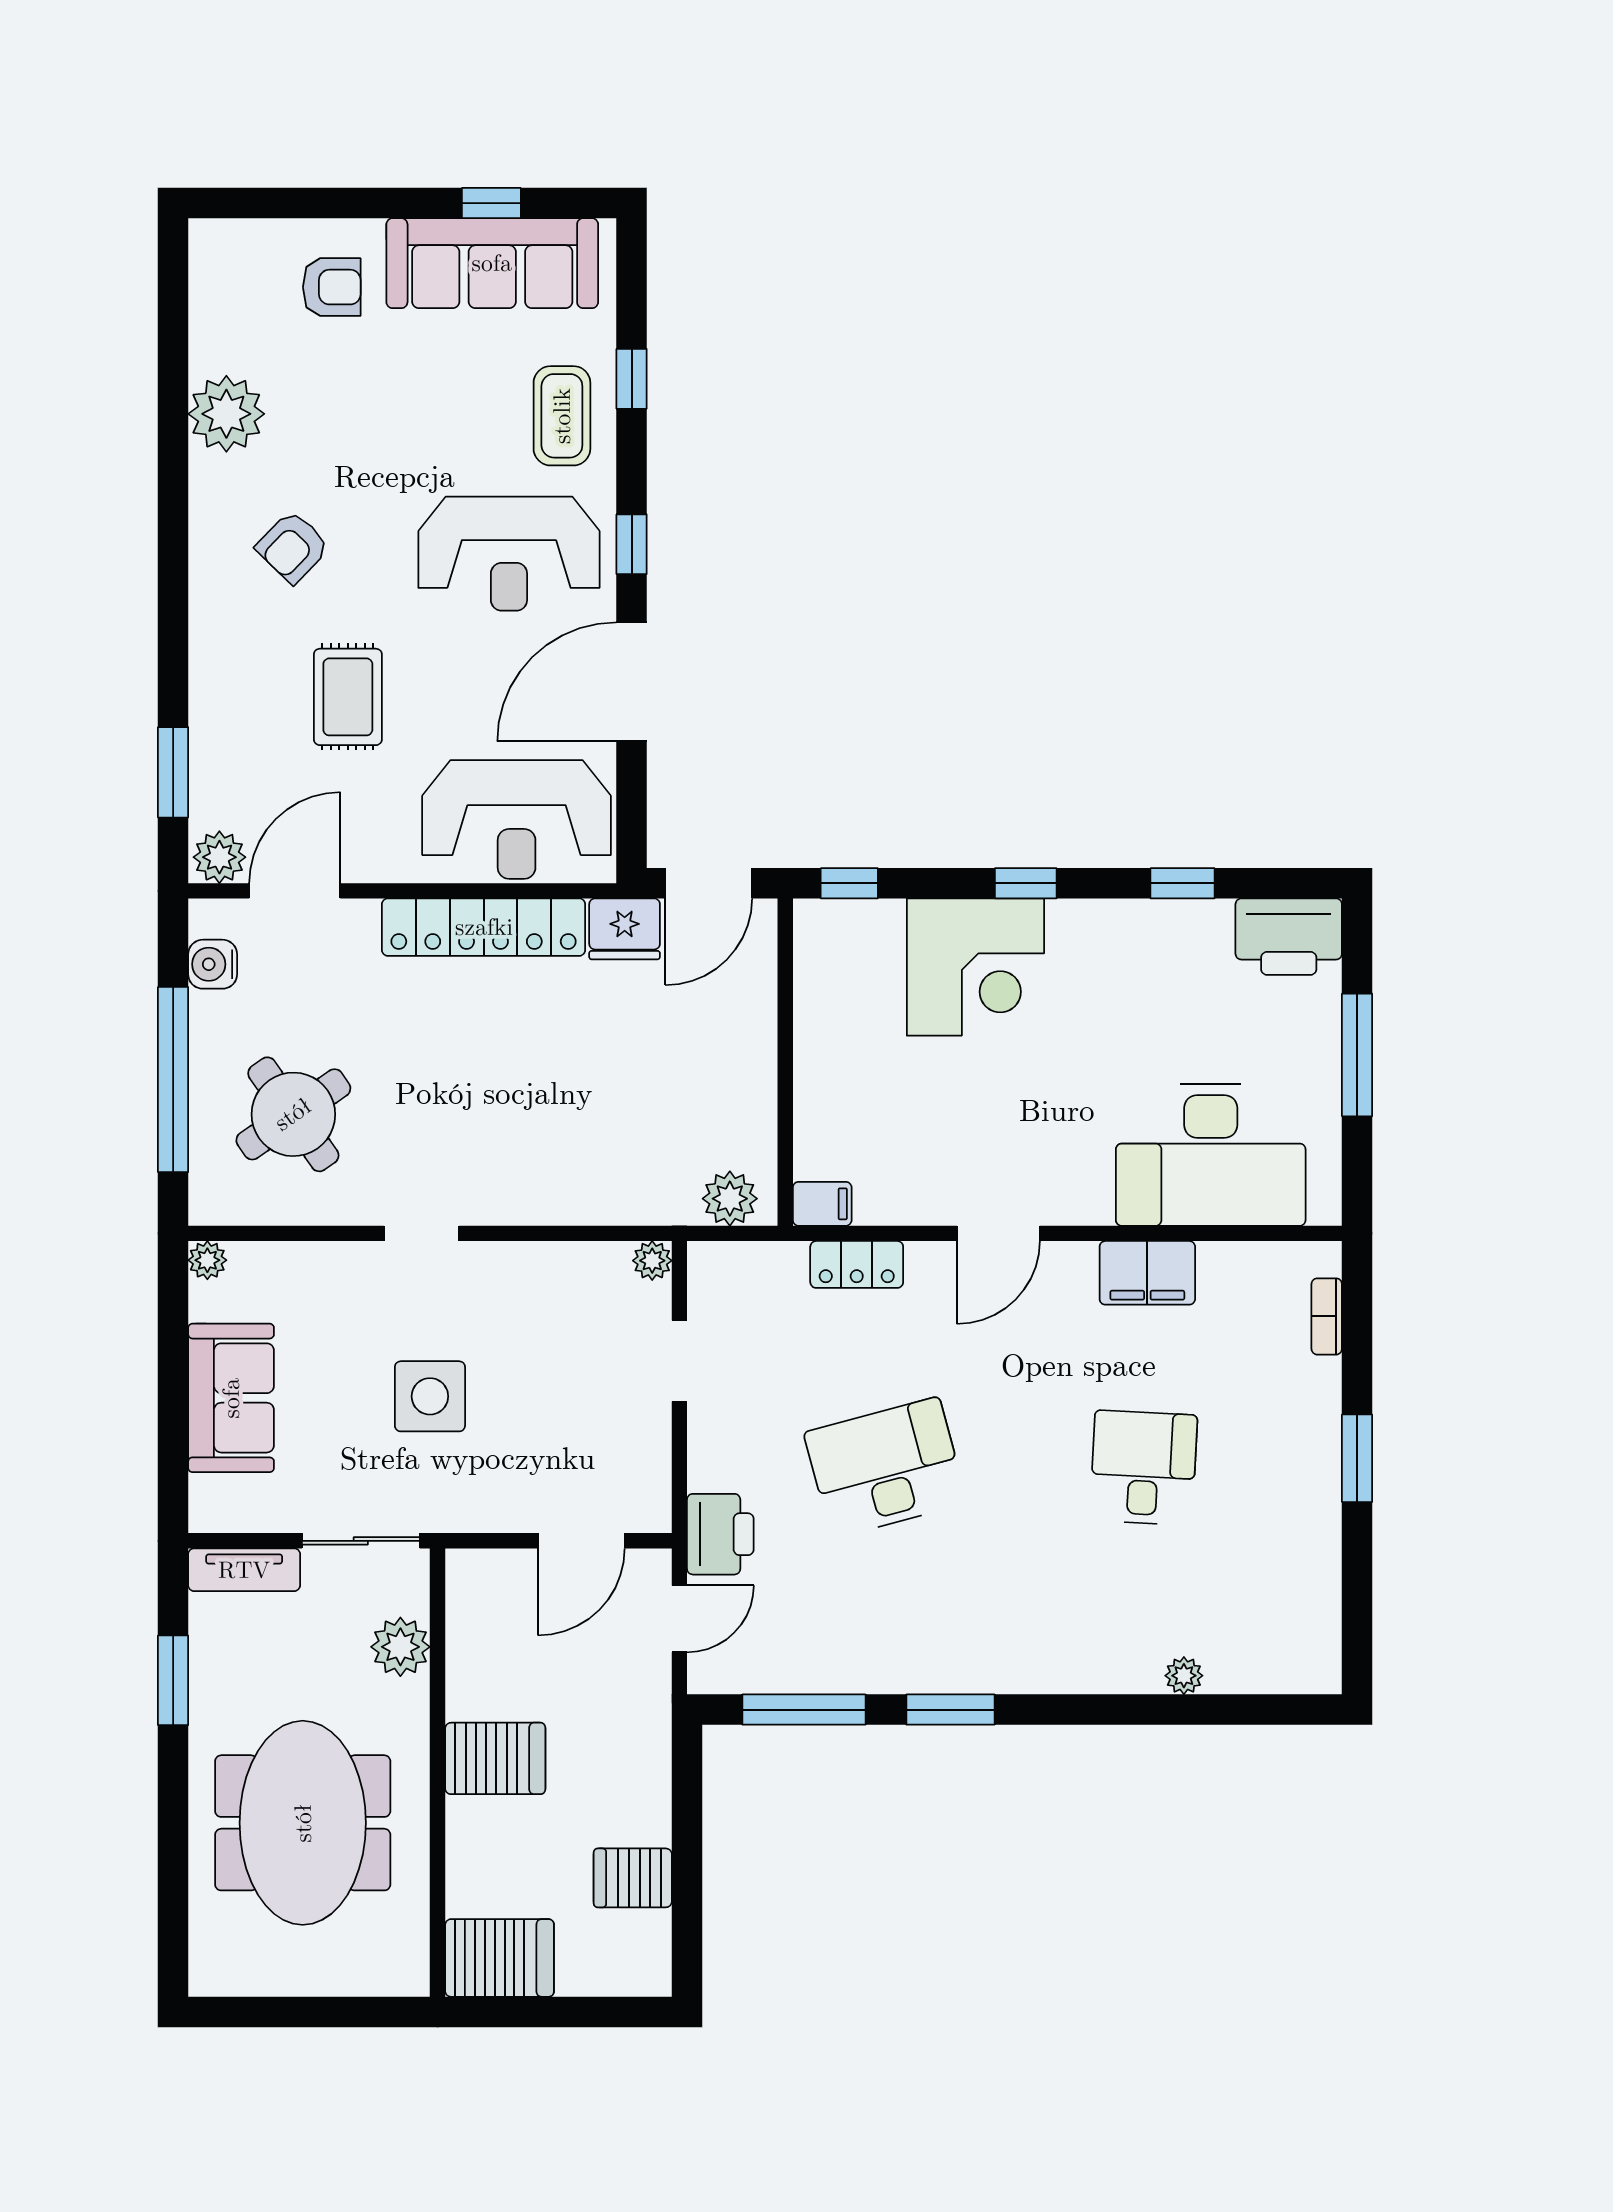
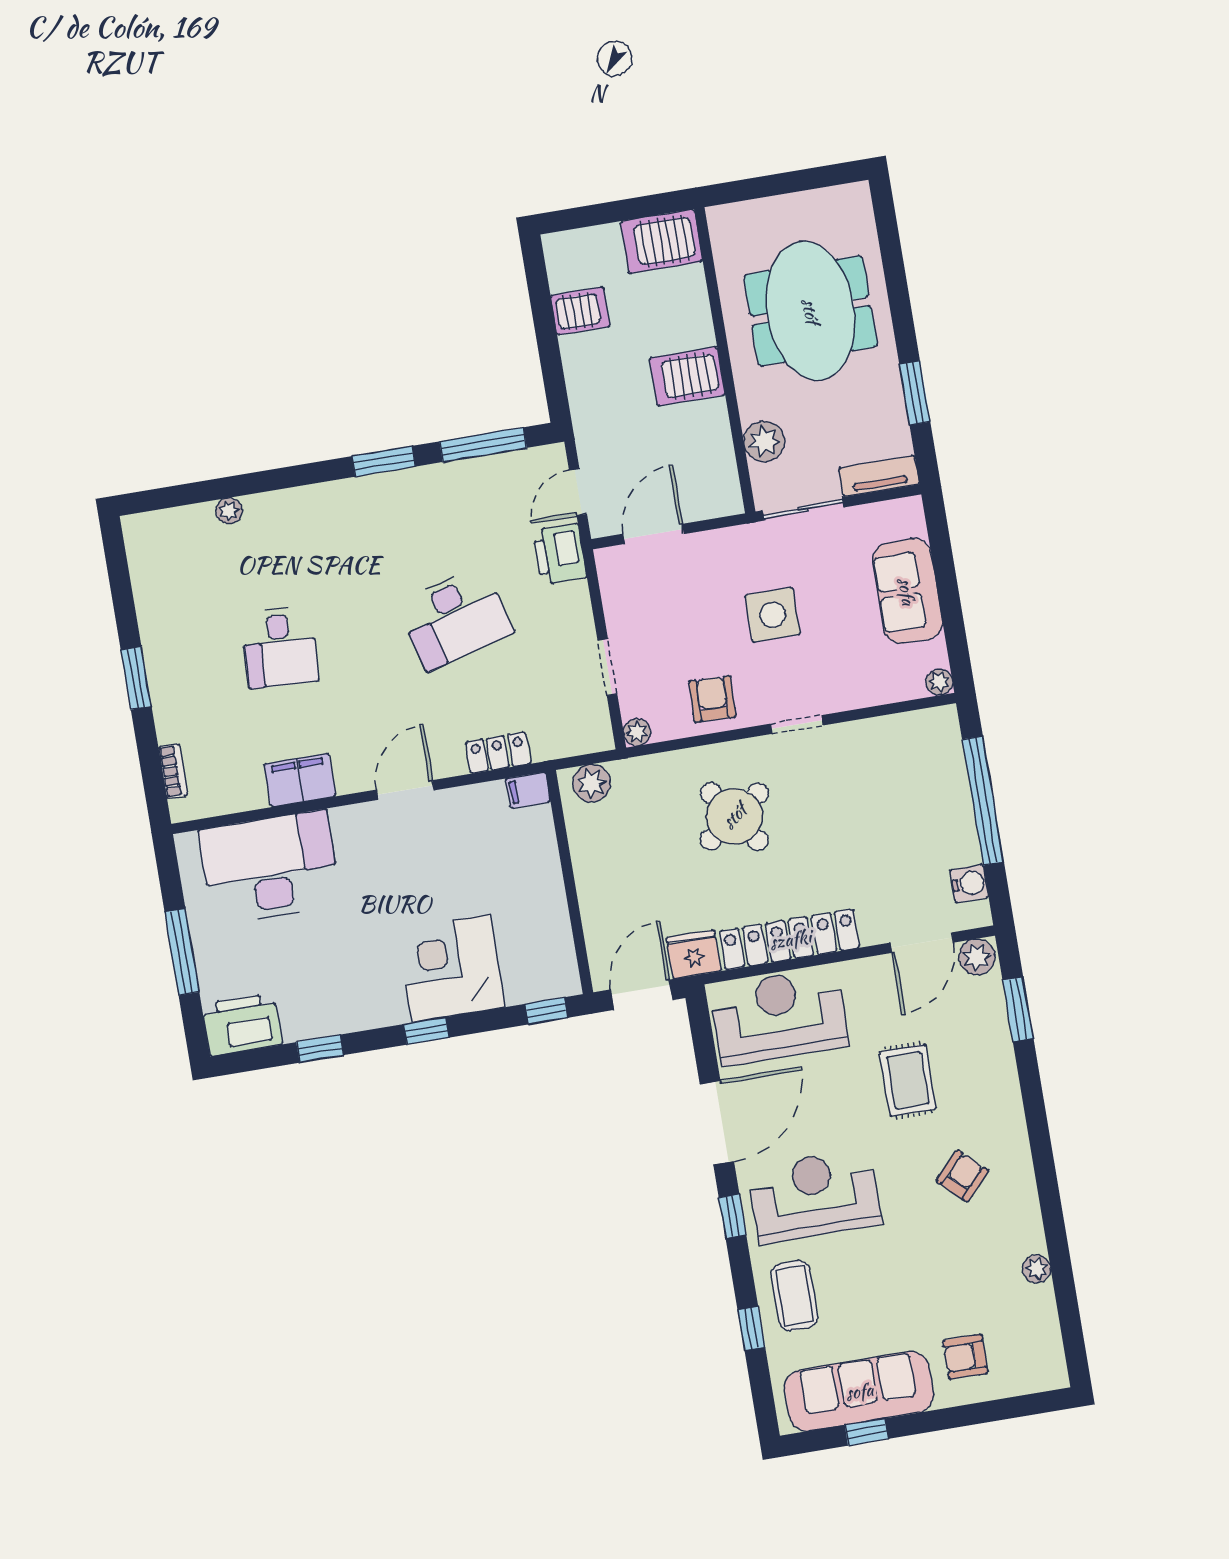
plant: (226, 414) -> (1037, 1269), width x0.53, depth x0.53
round table: (293, 1114) -> (734, 816), moved
armchair: (536, 1290) -> (712, 699), added

